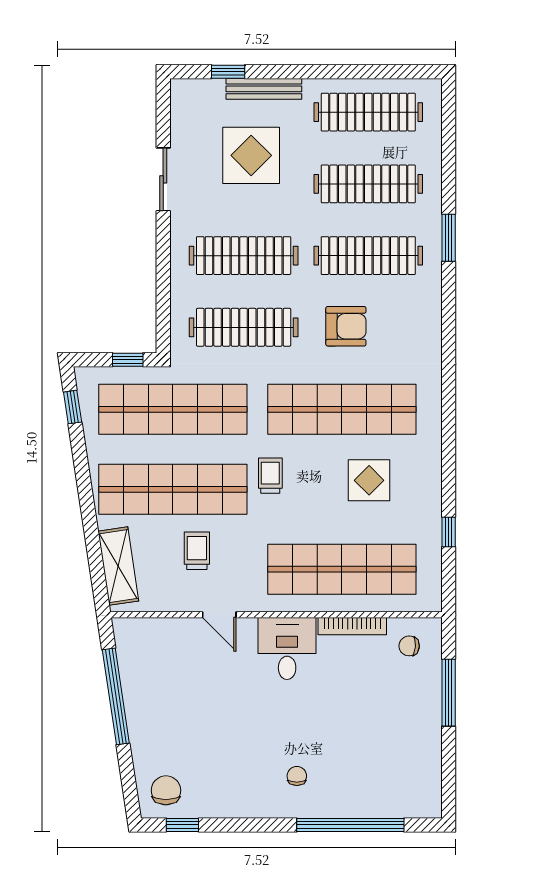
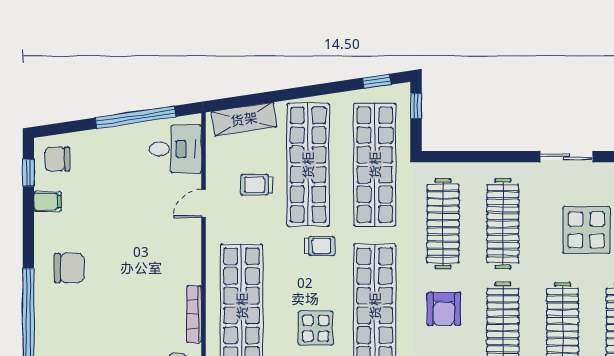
window: (128, 360) -> (416, 106), moved
trolley: (197, 551) -> (257, 185), turned 180
desk: (287, 649) -> (175, 149), moved
chair: (297, 776) -> (69, 268), width x1.87, depth x1.87
chair: (166, 790) -> (57, 159), turned 180
filing cabinet: (217, 802) -> (48, 202), added

